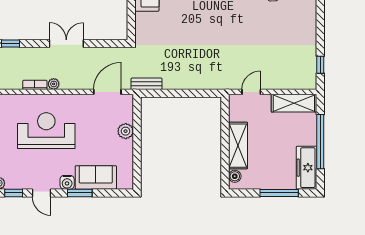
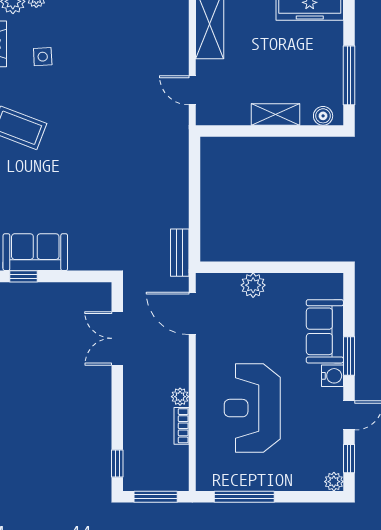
double door: (66, 44) -> (117, 338), moved
shelving: (238, 146) -> (275, 114), width x0.67, depth x0.75
window: (279, 193) -> (349, 75), moved

